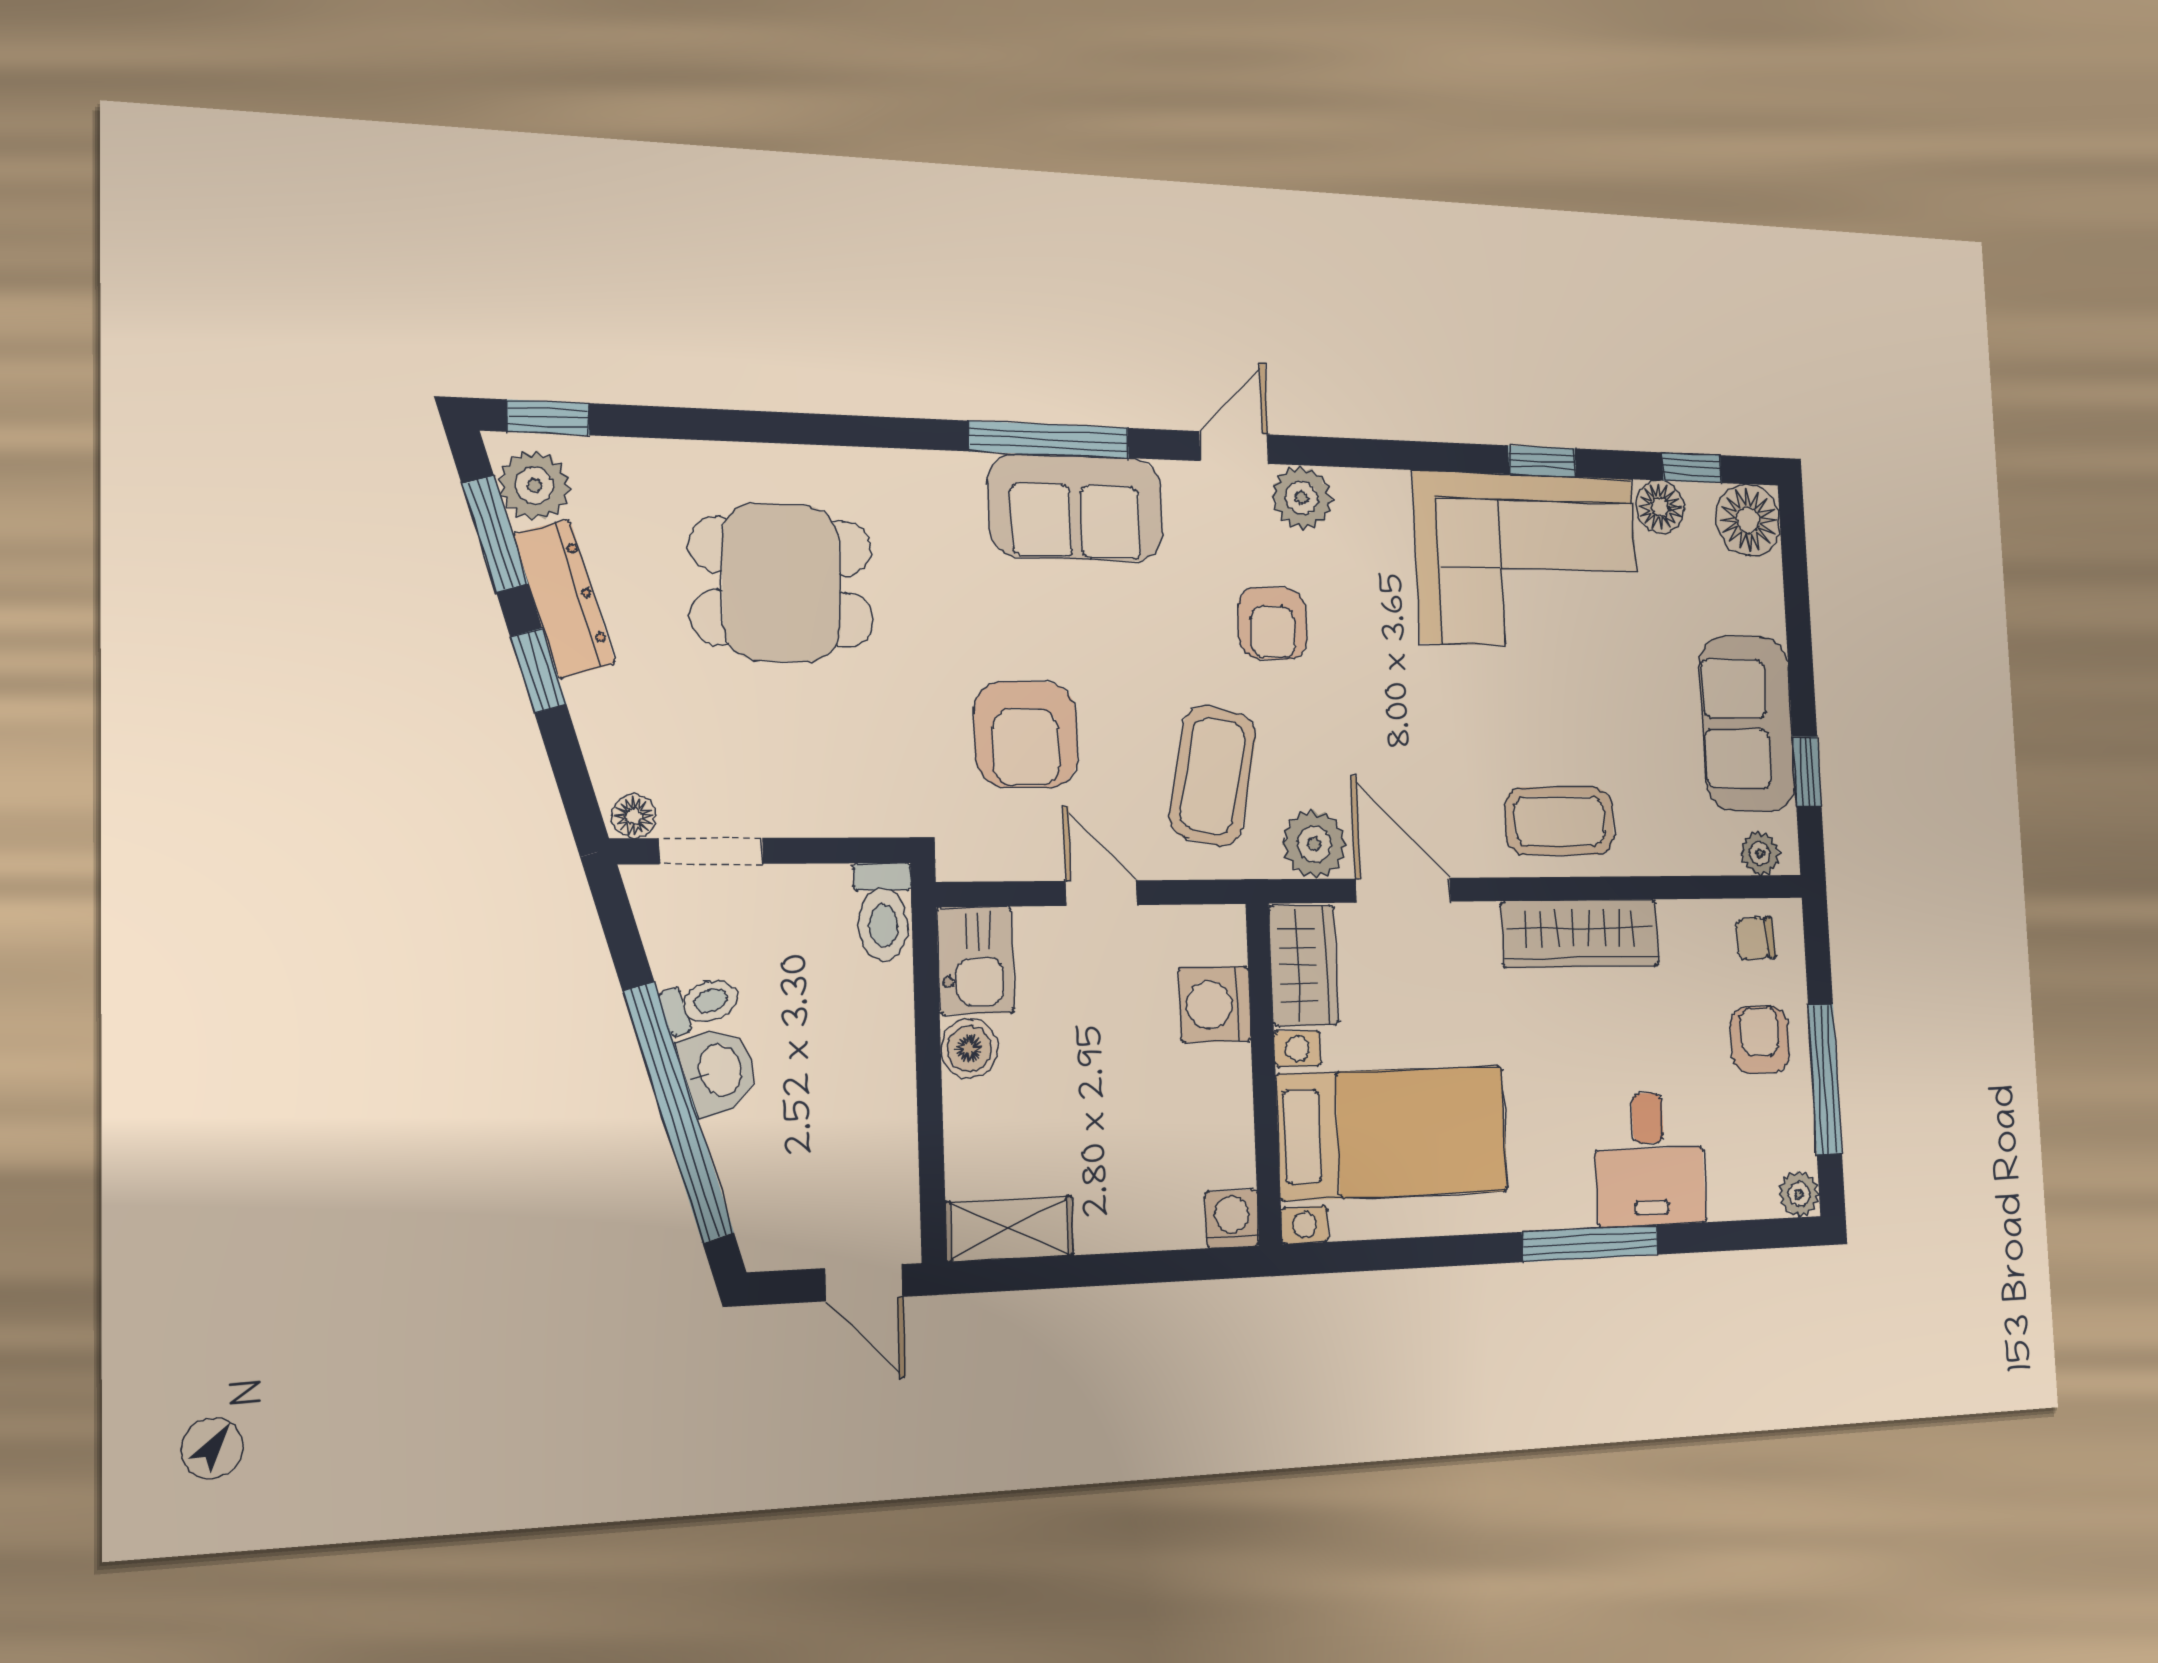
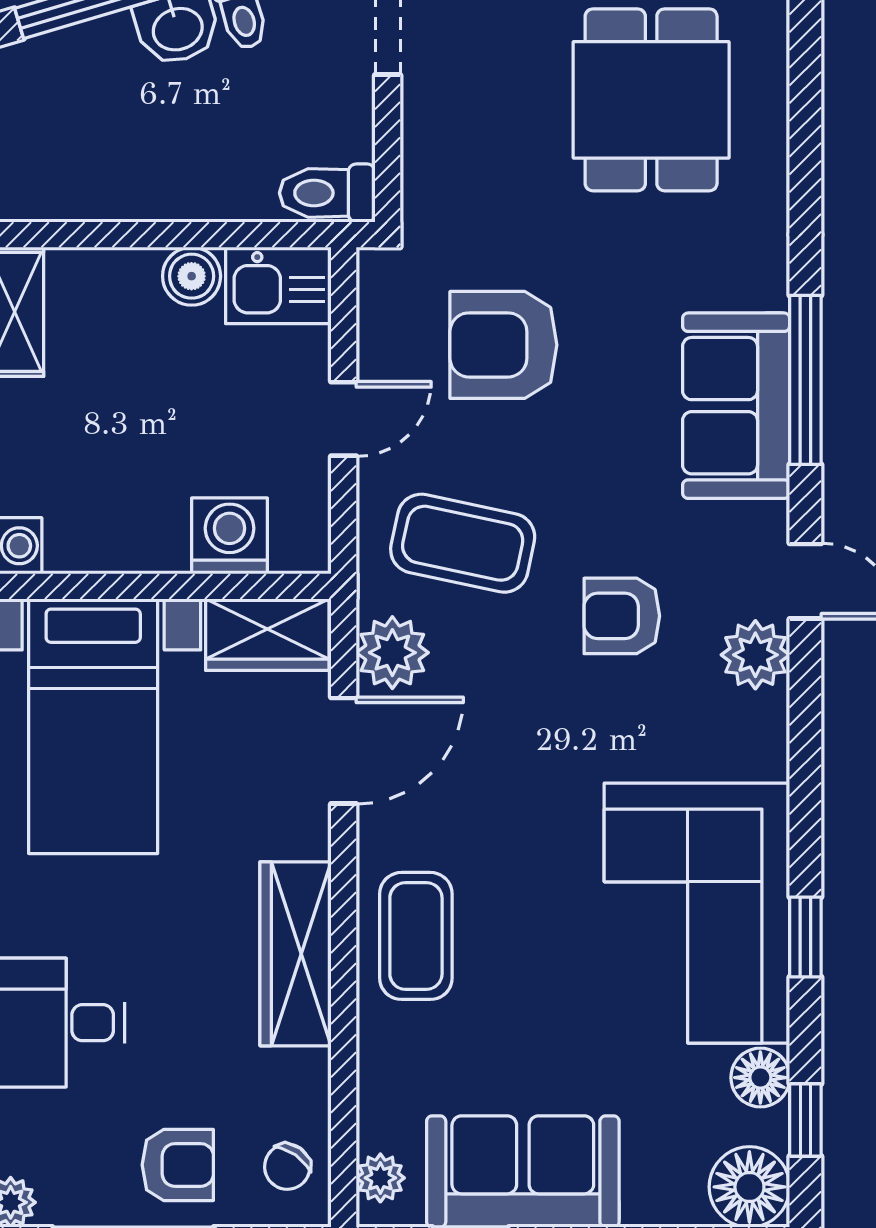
chair: (1756, 939) -> (287, 1167), turned -141

